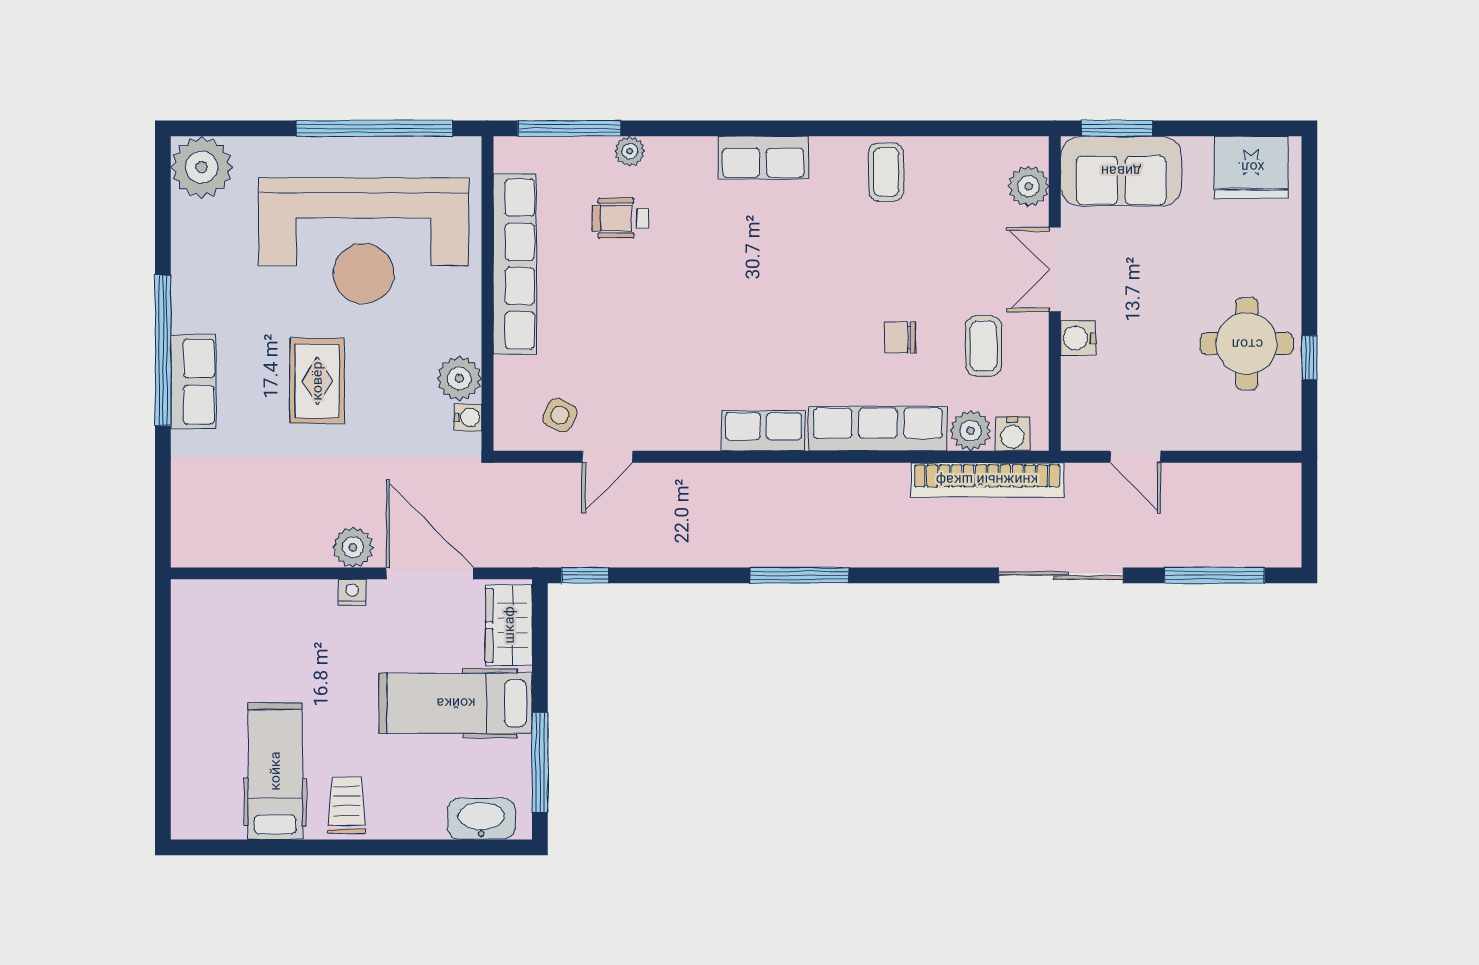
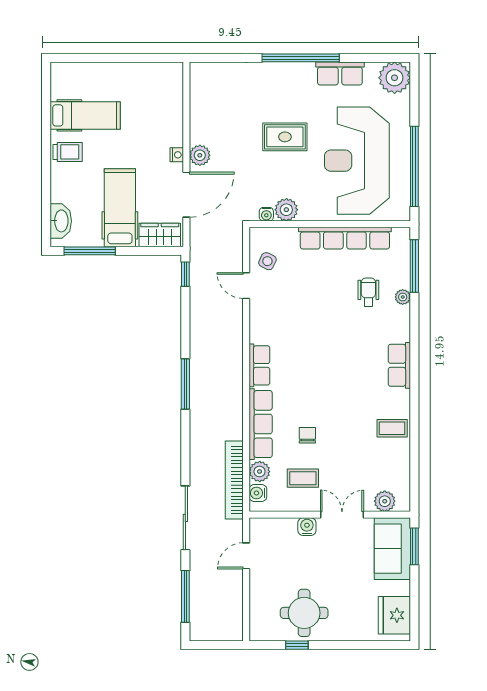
row of seats: (193, 382) -> (340, 73), moved

